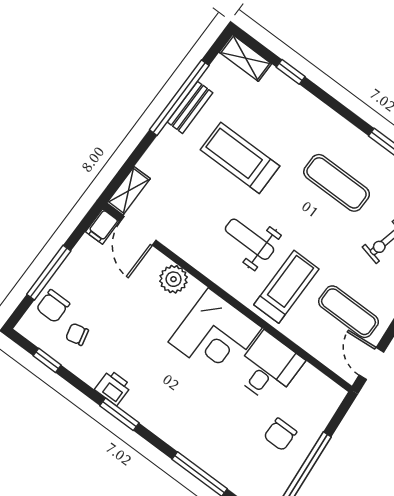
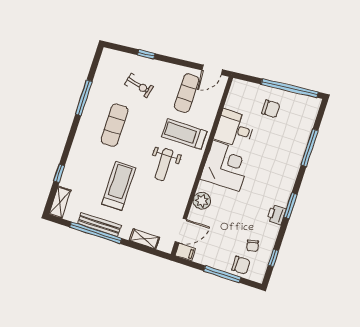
bench: (190, 107) -> (99, 225), width x1.36
treadmill: (240, 158) -> (119, 186), turned 180
shelving: (129, 191) -> (144, 239), moved

